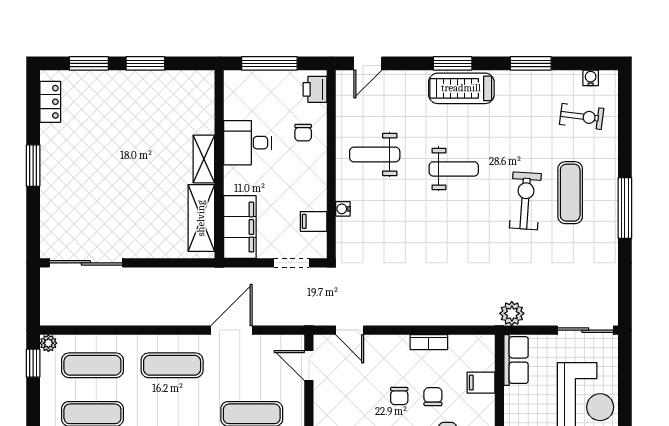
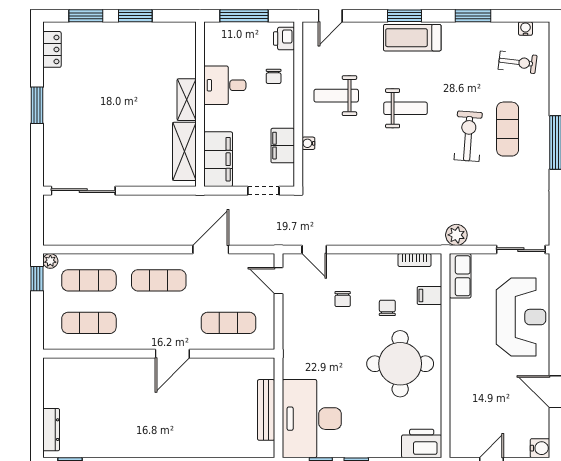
filing cabinet: (314, 221) -> (283, 146), width x2.00
bookcase: (429, 342) -> (414, 260), moved
chair: (399, 396) -> (343, 299), moved

